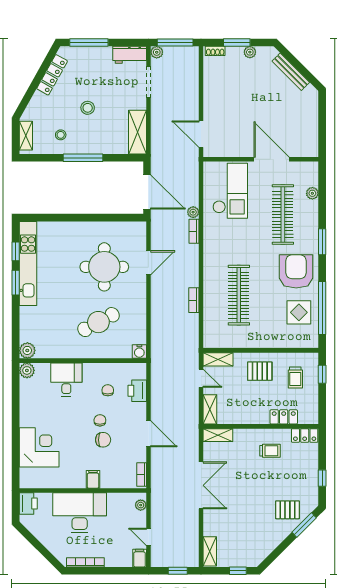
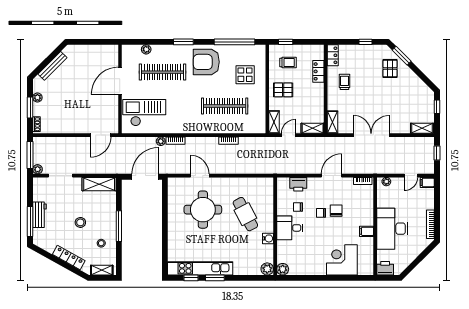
workbench: (130, 55) -> (39, 215), moved
locker: (52, 75) -> (69, 258), moved
display table: (299, 312) -> (245, 75), moved
water cooler: (139, 352) -> (268, 238), moved
pallet: (260, 371) -> (283, 90), turned 90
desk: (66, 380) -> (290, 228), moved
filing cabinet: (93, 479) -> (367, 231), moved

